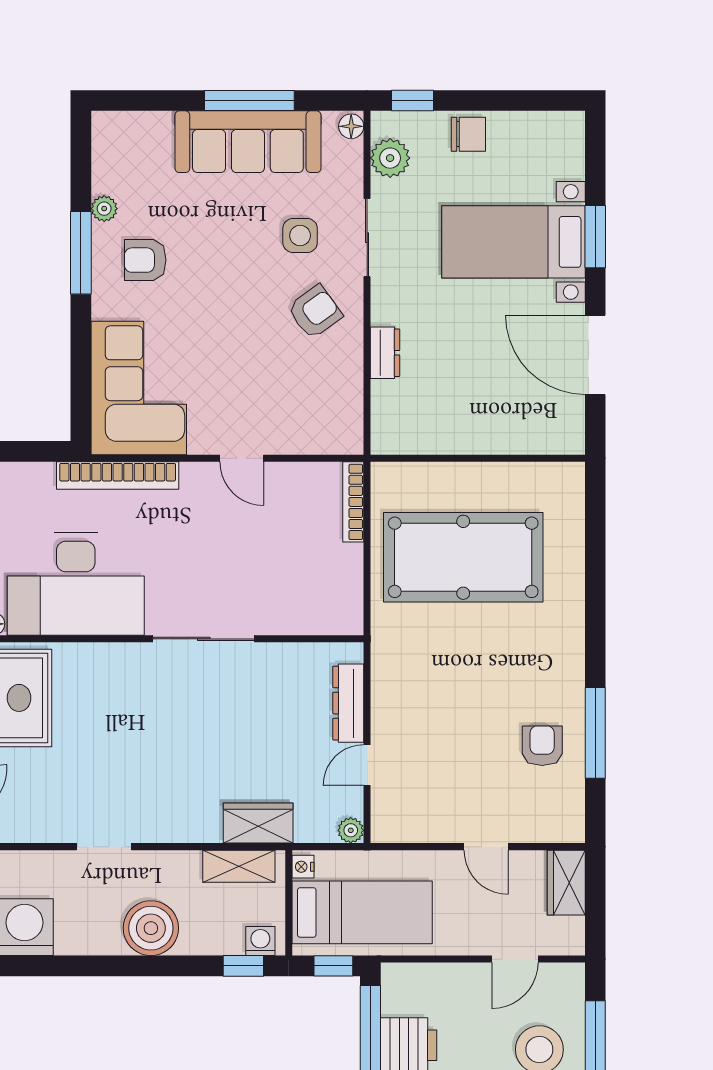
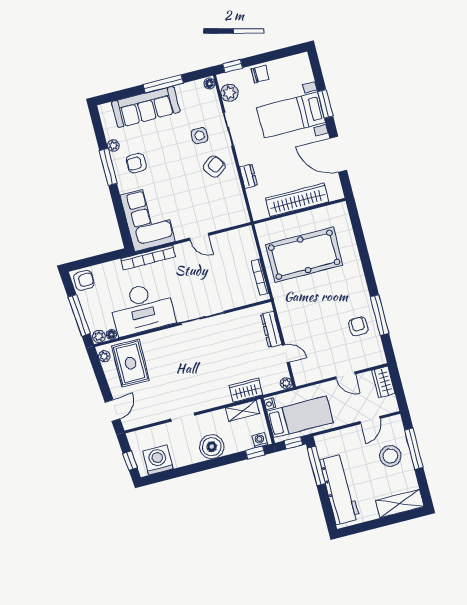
sofa: (248, 142) -> (146, 107), moved
wardrobe: (479, 432) -> (297, 200), added
bookcase: (353, 502) -> (260, 277), moved
door: (367, 765) -> (286, 354), swing flipped

